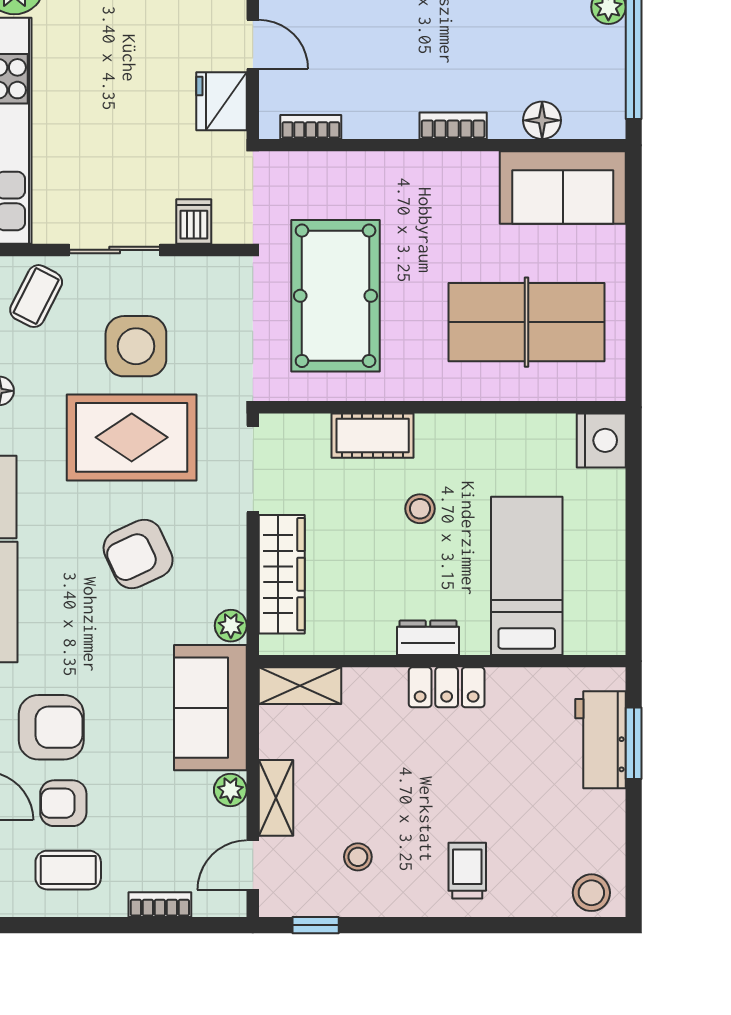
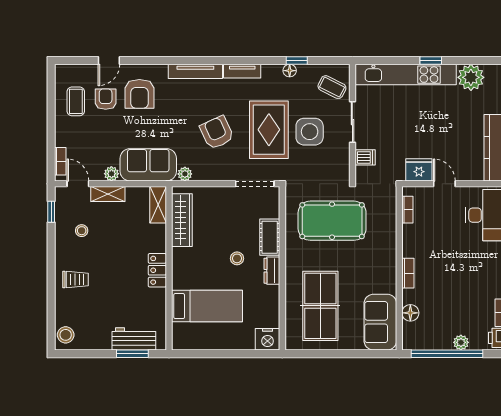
door: (253, 44) -> (444, 184), swing flipped
wardrobe: (282, 574) -> (182, 220), moved, turned -90
dresser: (428, 638) -> (272, 271), moved, turned 180
bookcase: (160, 905) -> (60, 161), moved

